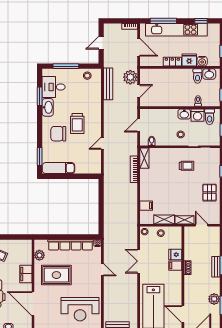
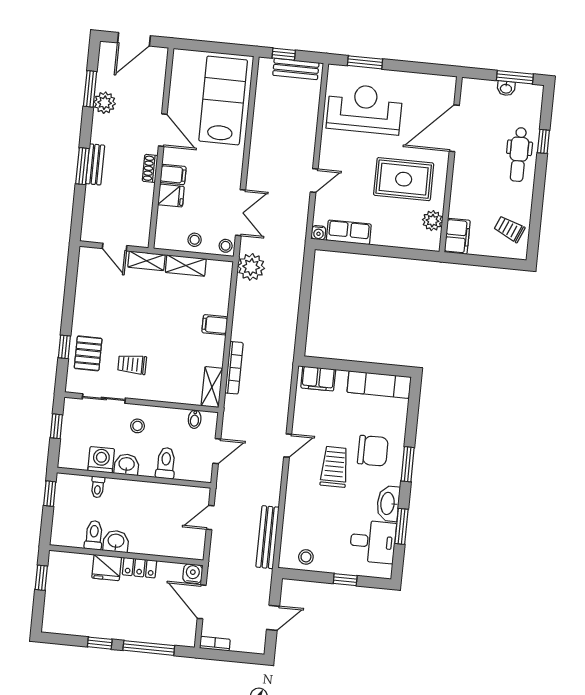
window: (201, 21) -> (100, 643), moved
kitchen unit: (176, 30) -> (126, 628), removed
water cooler: (202, 61) -> (193, 574), moved
window: (66, 66) -> (345, 580), width x0.46
washbasin: (209, 74) -> (116, 541), moved
plant: (130, 77) -> (251, 267), moved
toilet: (210, 117) -> (166, 463), moved
door: (102, 143) -> (288, 446), moved
window: (40, 157) -> (408, 464), moved
filing cabinet: (90, 168) -> (318, 379), added
pallet: (210, 193) -> (88, 353), moved
filing cabinet: (146, 206) -> (215, 325), moved
row of seats: (70, 245) -> (349, 232), width x0.50
double door: (139, 261) -> (241, 213), moved
door: (102, 270) -> (314, 181), swing flipped
filing cabinet: (26, 274) -> (457, 236), moved
door: (33, 304) -> (454, 128), swing flipped
door: (183, 314) -> (163, 130), moved

